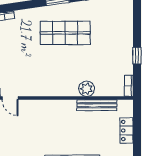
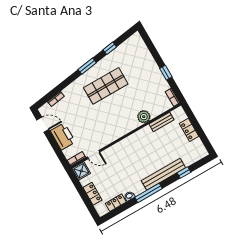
bench: (97, 105) -> (162, 122), width x0.73

